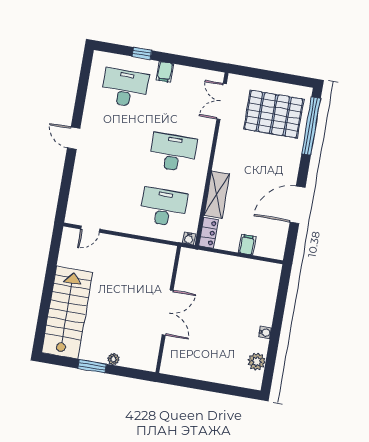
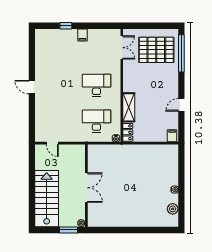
desk: (125, 88) -> (59, 49), removed
double door: (222, 101) -> (122, 48), swing flipped
door: (298, 205) -> (181, 105), width x0.53
door: (90, 229) -> (52, 143), hinge flipped
filing cabinet: (247, 245) -> (172, 136), moved
wall: (168, 310) -> (86, 186), moved
double door: (168, 313) -> (86, 188), moved

